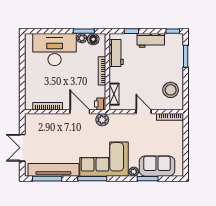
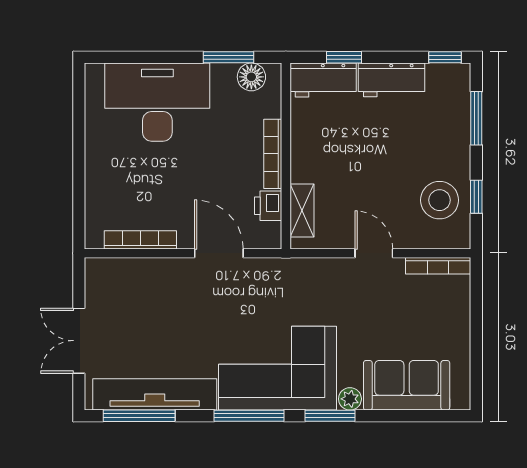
plant: (82, 38) -> (224, 74), removed
workbench: (116, 53) -> (323, 80), moved, turned 90
window: (186, 89) -> (476, 197), added
printer: (100, 104) -> (268, 206), moved
plant: (102, 120) -> (273, 273), removed
window: (148, 179) -> (330, 416), moved

